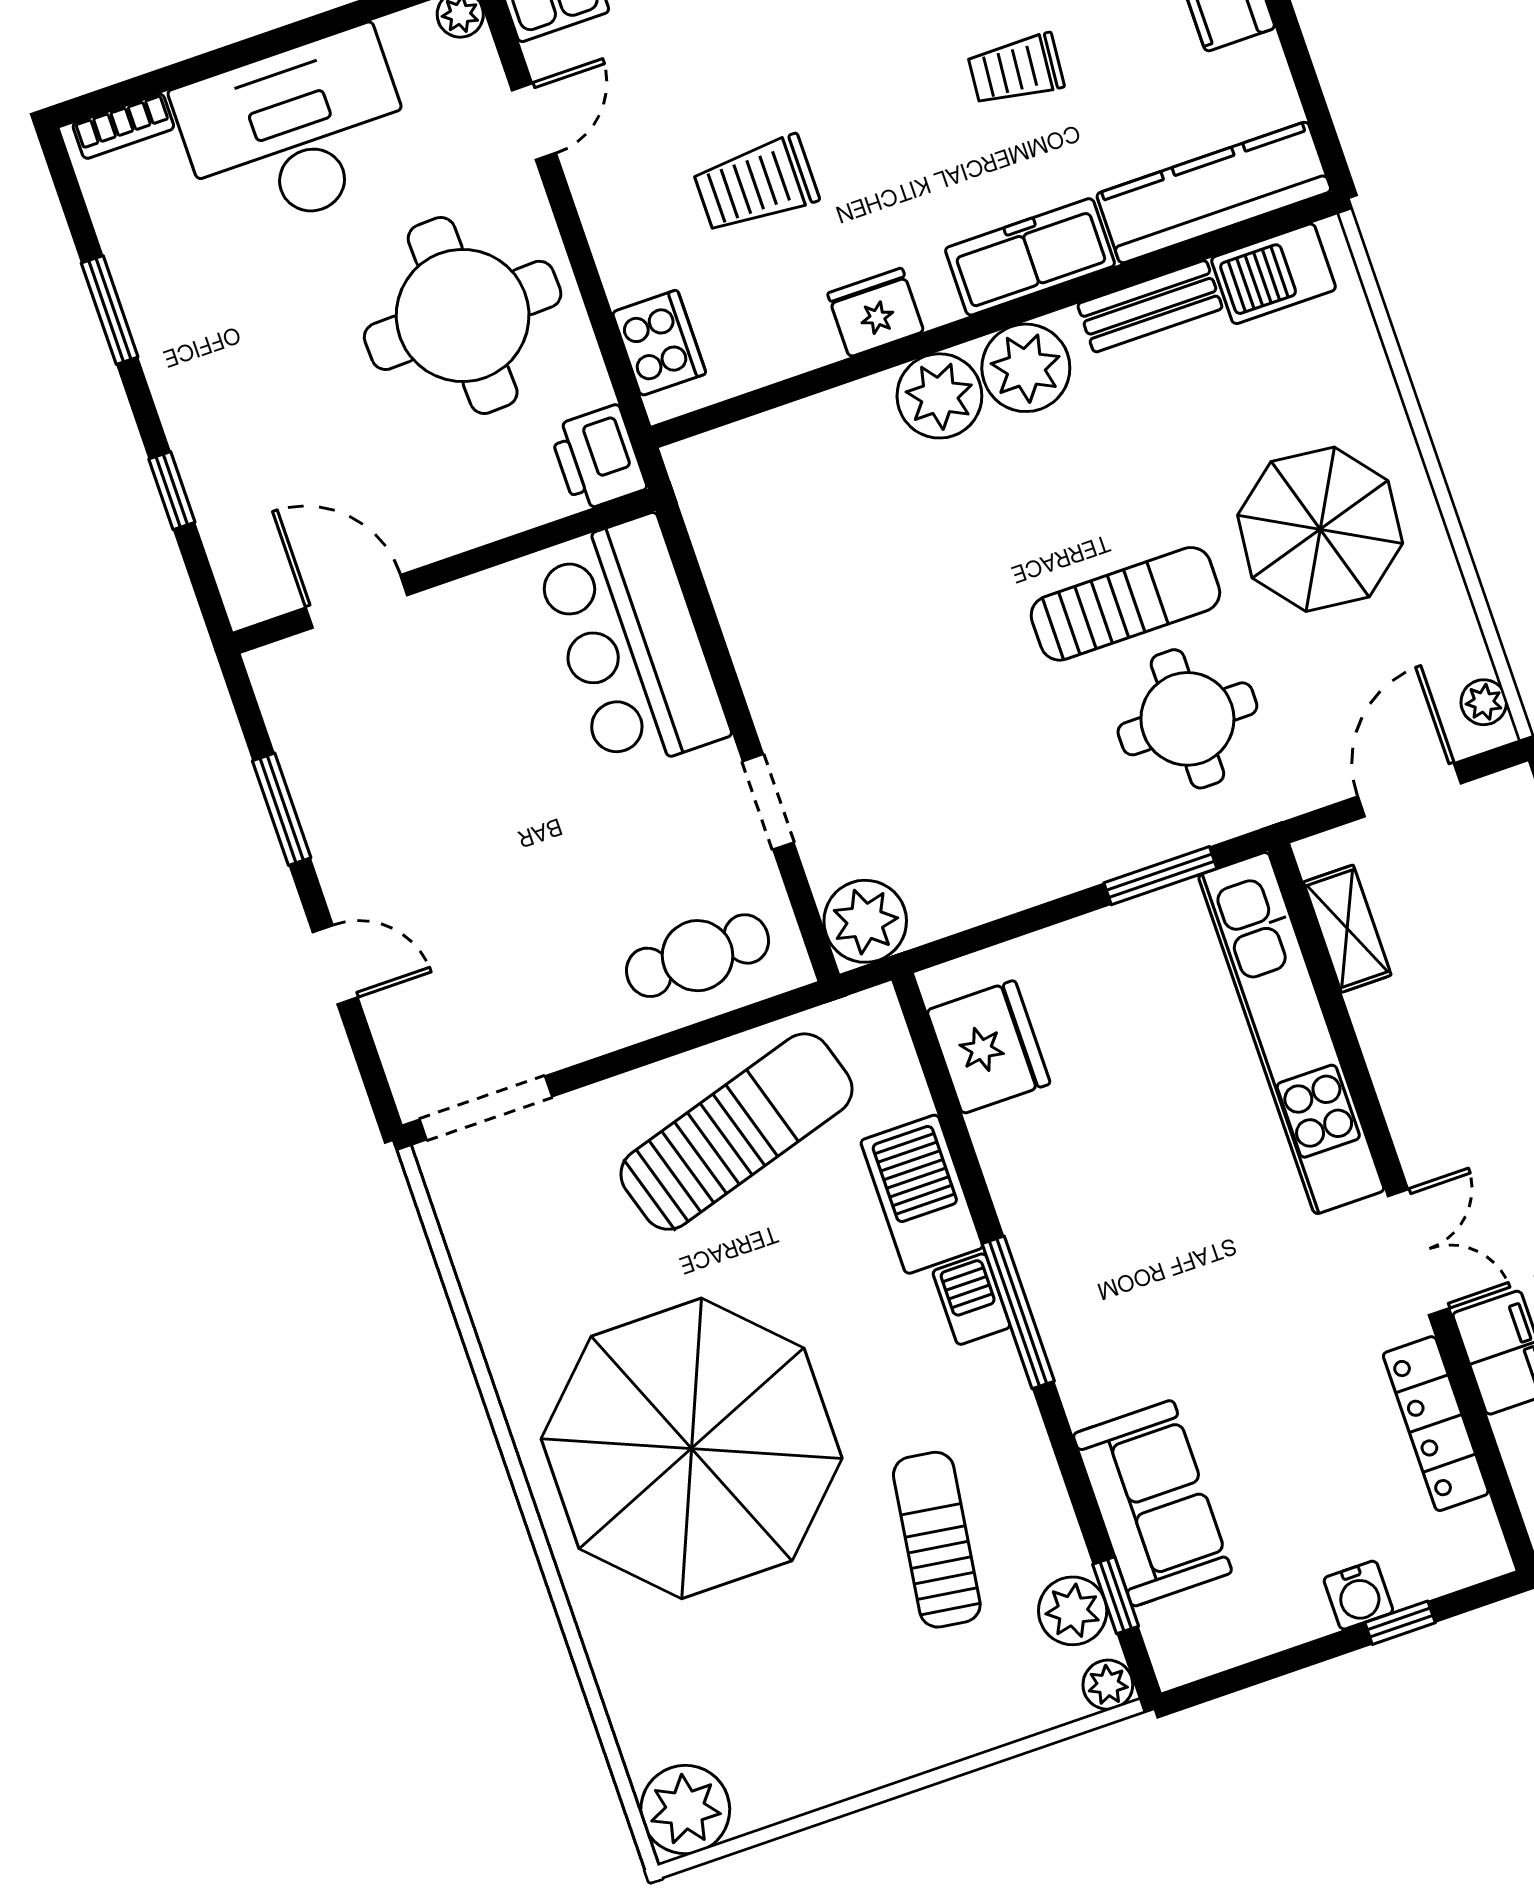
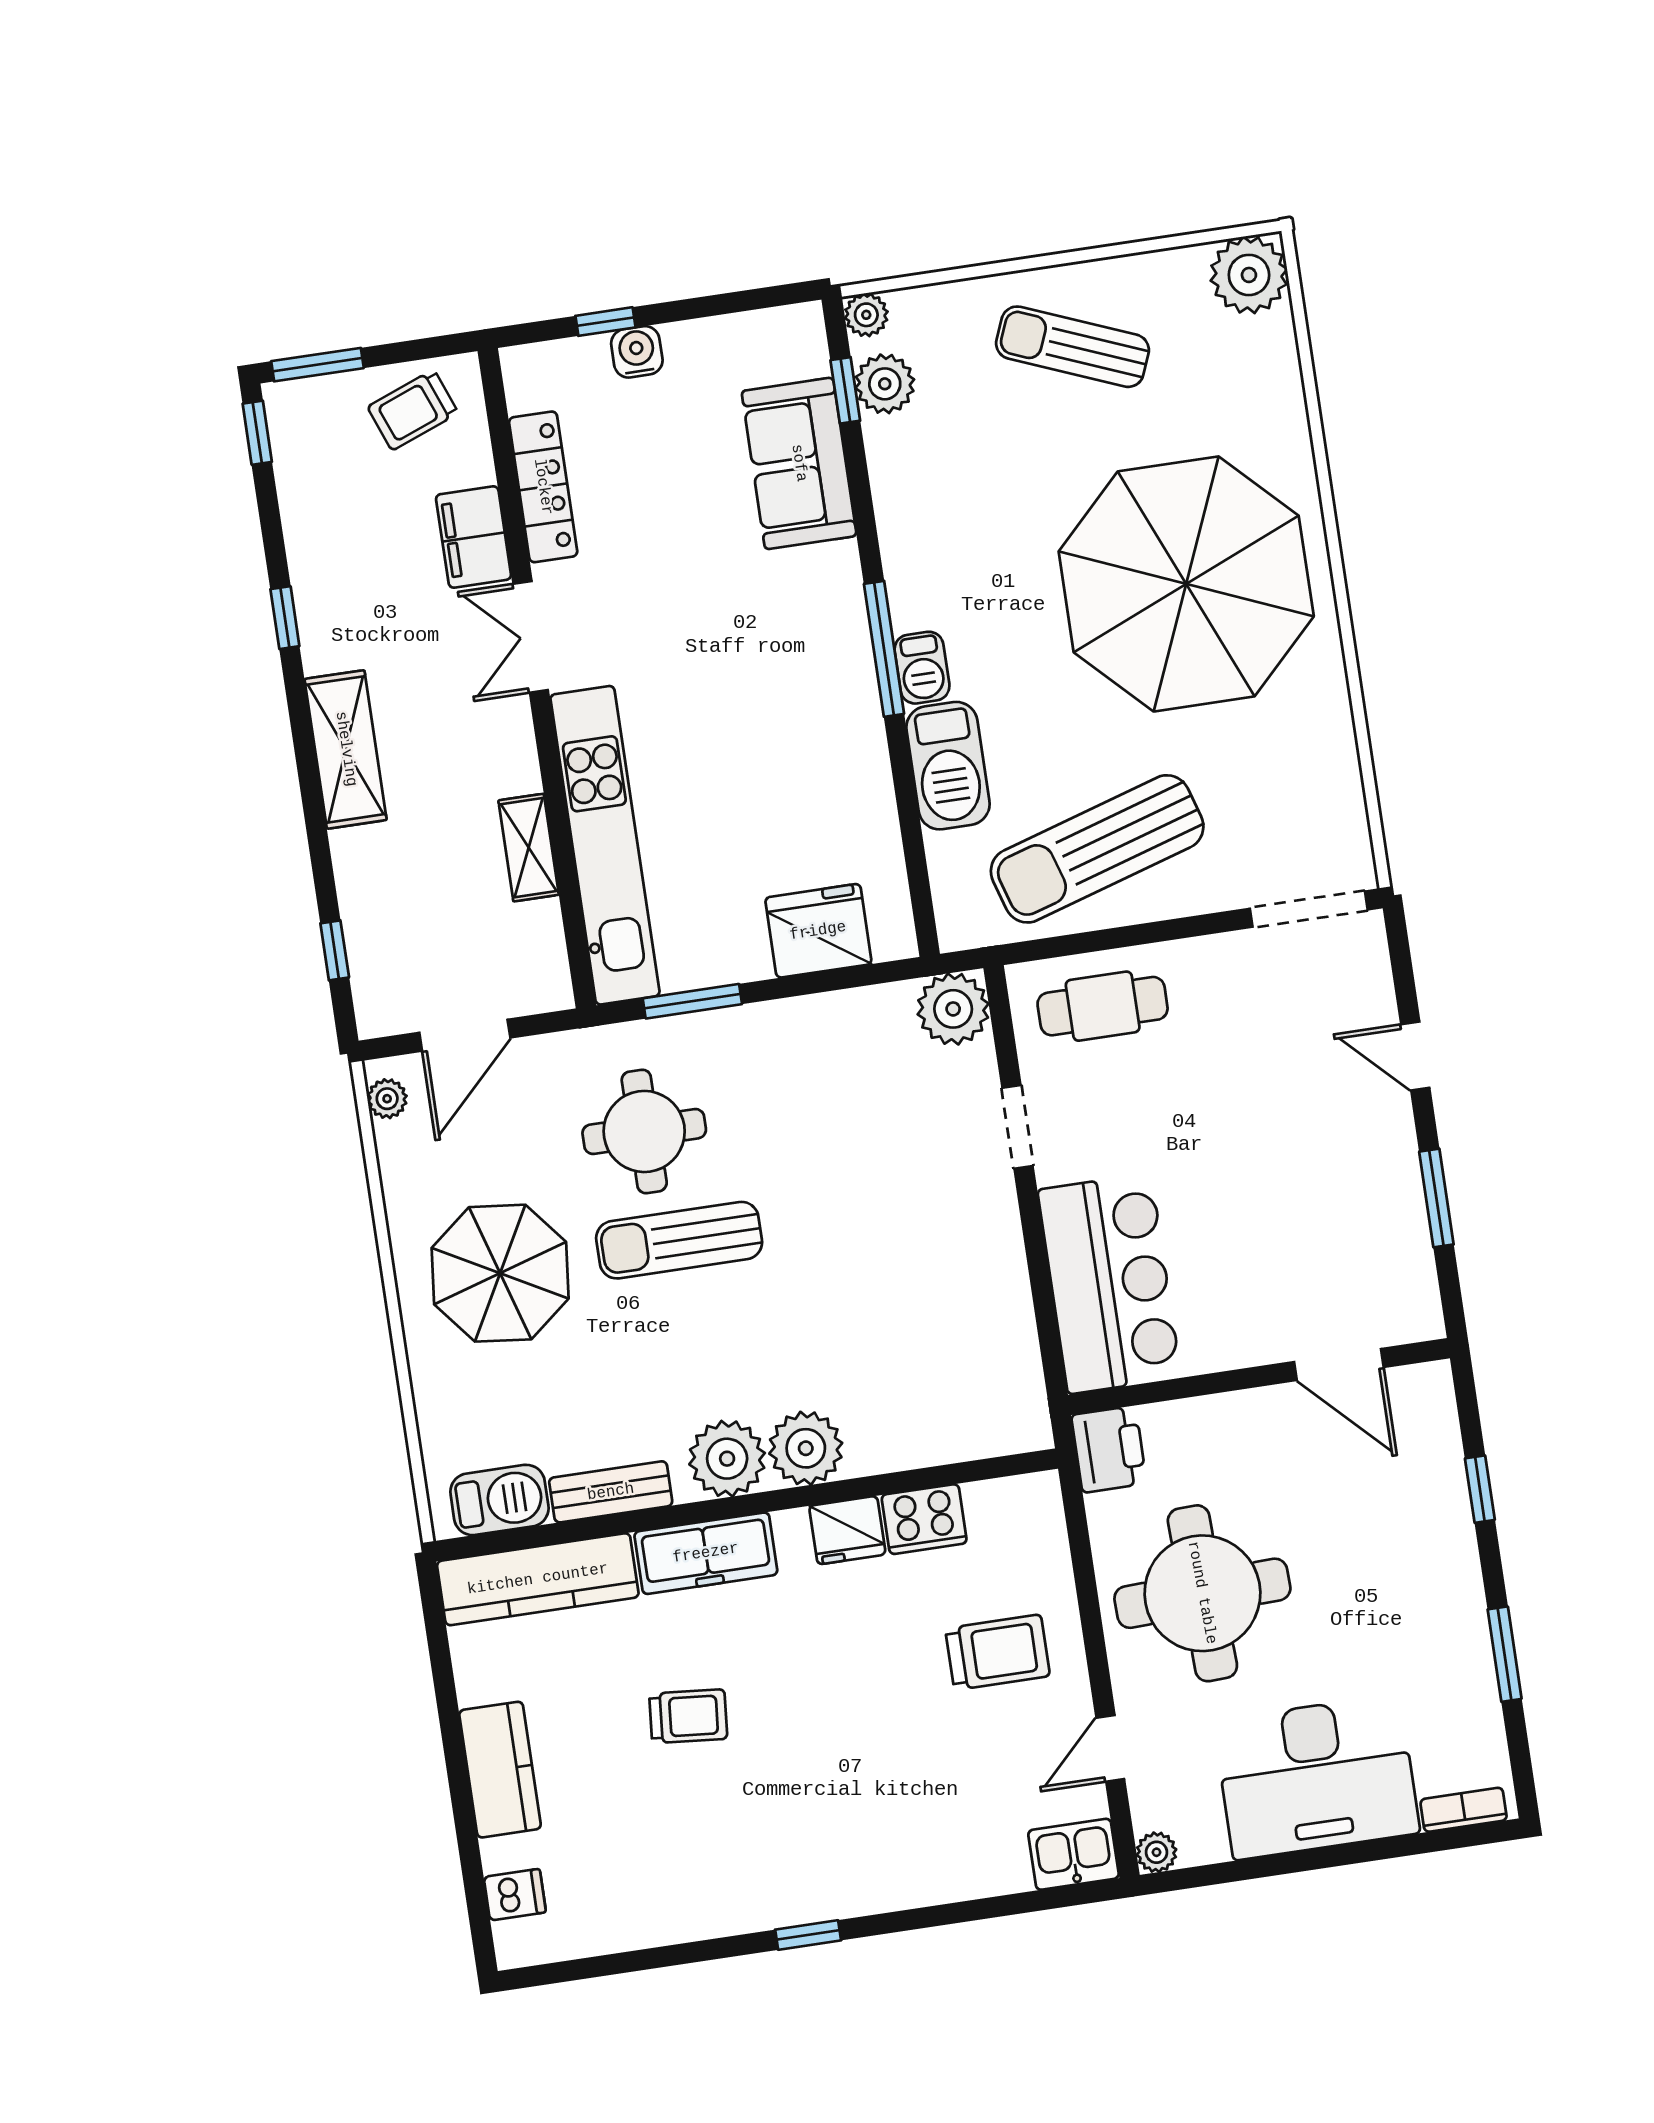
trolley: (756, 184) -> (998, 1652), moved
cooker: (659, 343) -> (924, 1519), moved, turned -90
shelving: (1347, 929) -> (529, 848), moved
fridge: (989, 1047) -> (818, 931), moved, turned 90
sun lounger: (937, 1540) -> (1073, 347), moved, turned 104

